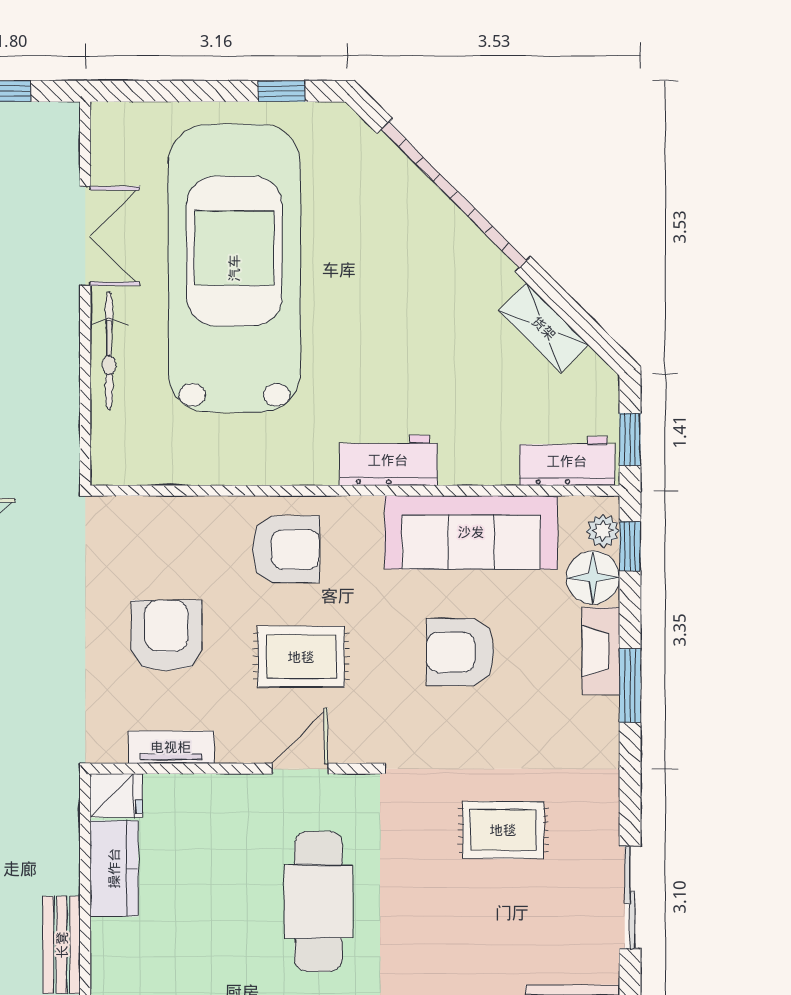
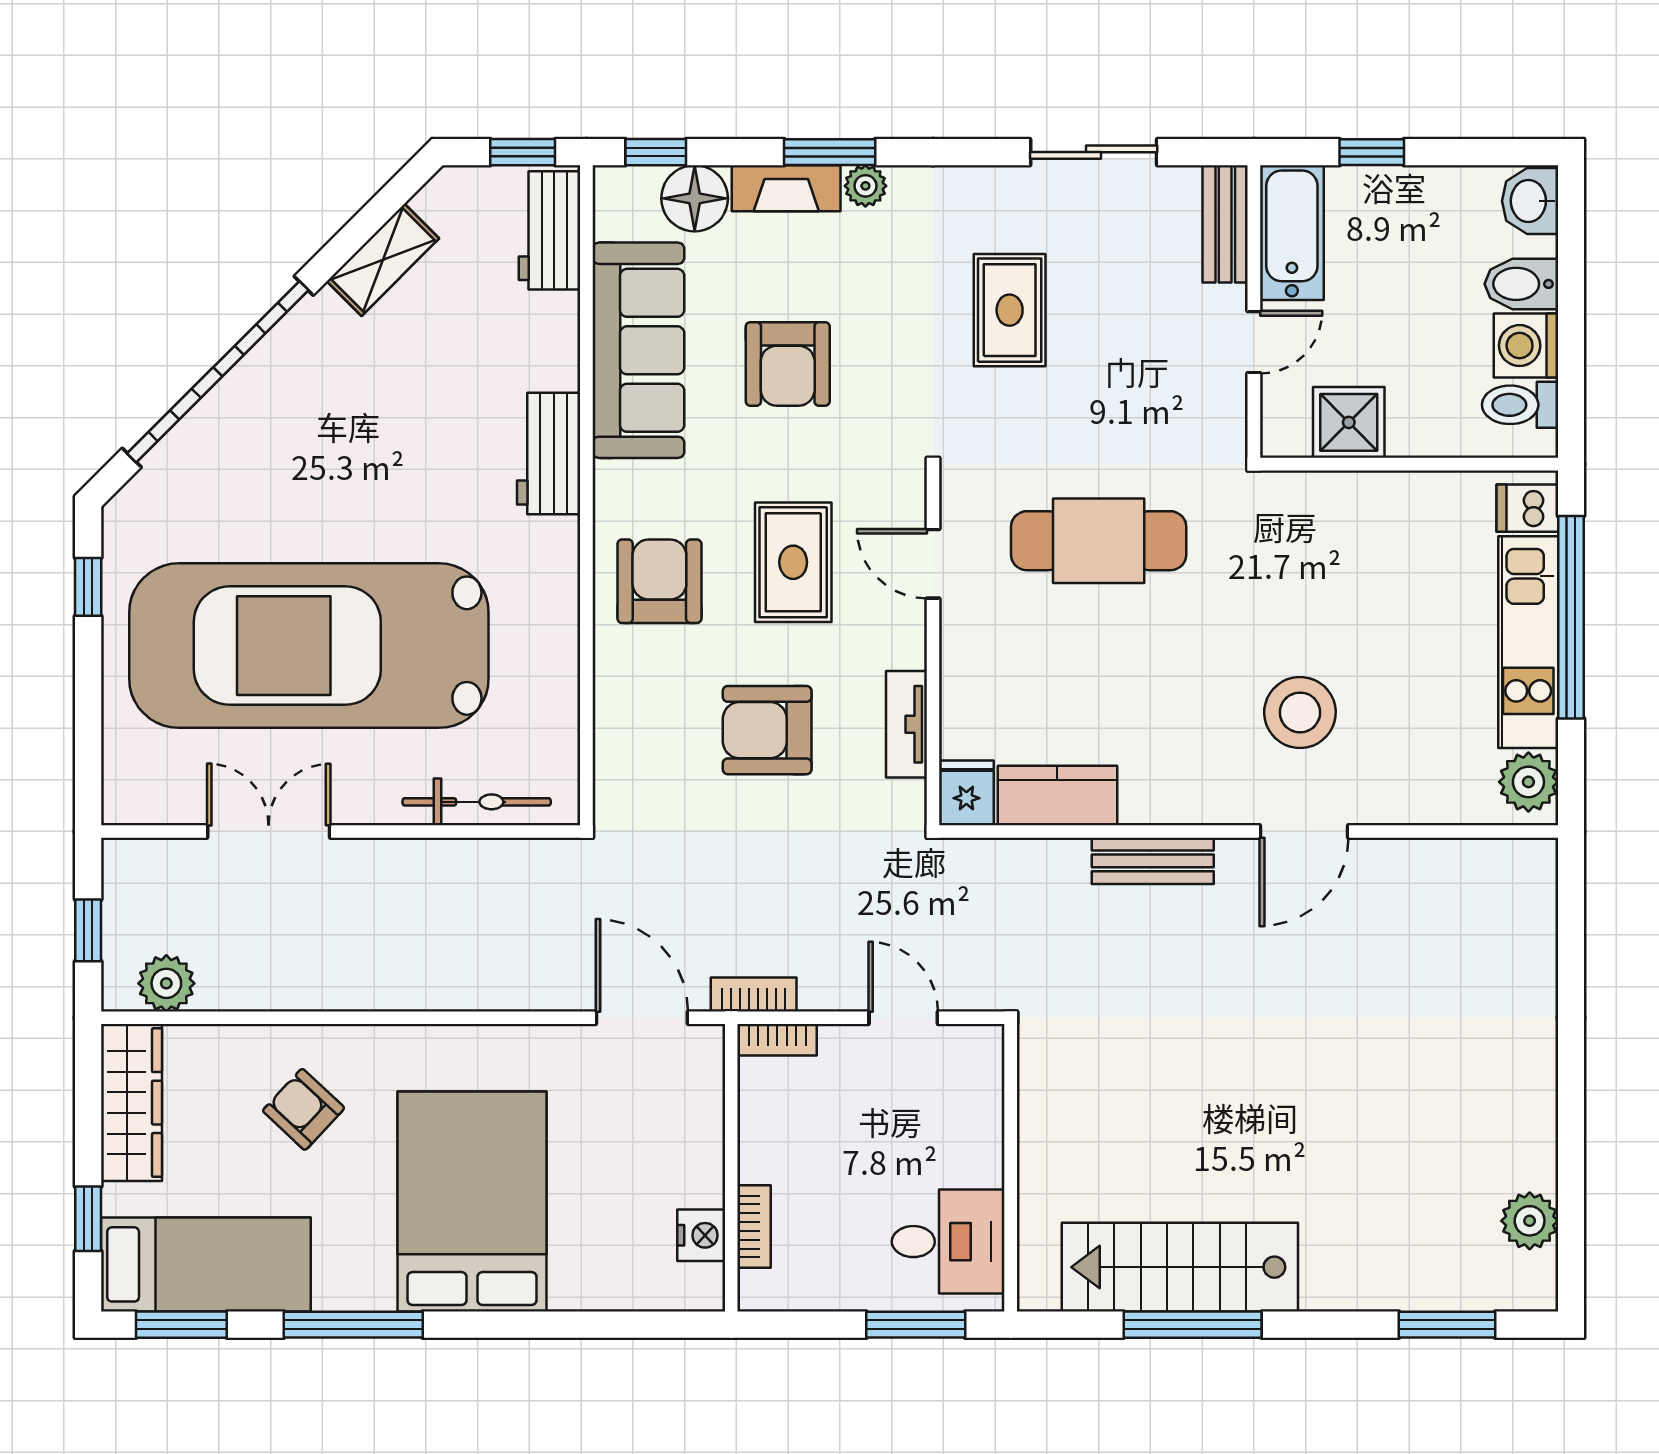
bicycle: (109, 351) -> (477, 802), moved
plant: (603, 531) -> (865, 186), moved

